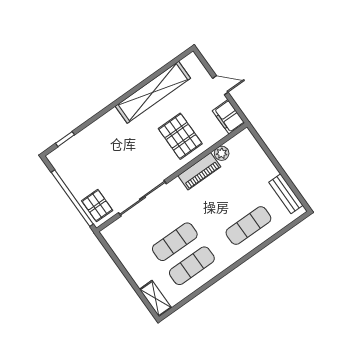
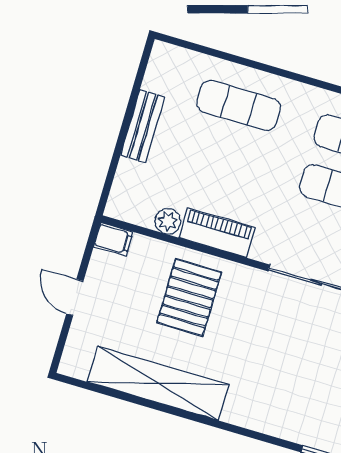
filing cabinet: (228, 117) -> (113, 239), width x0.50
bench: (286, 194) -> (142, 126), moved

